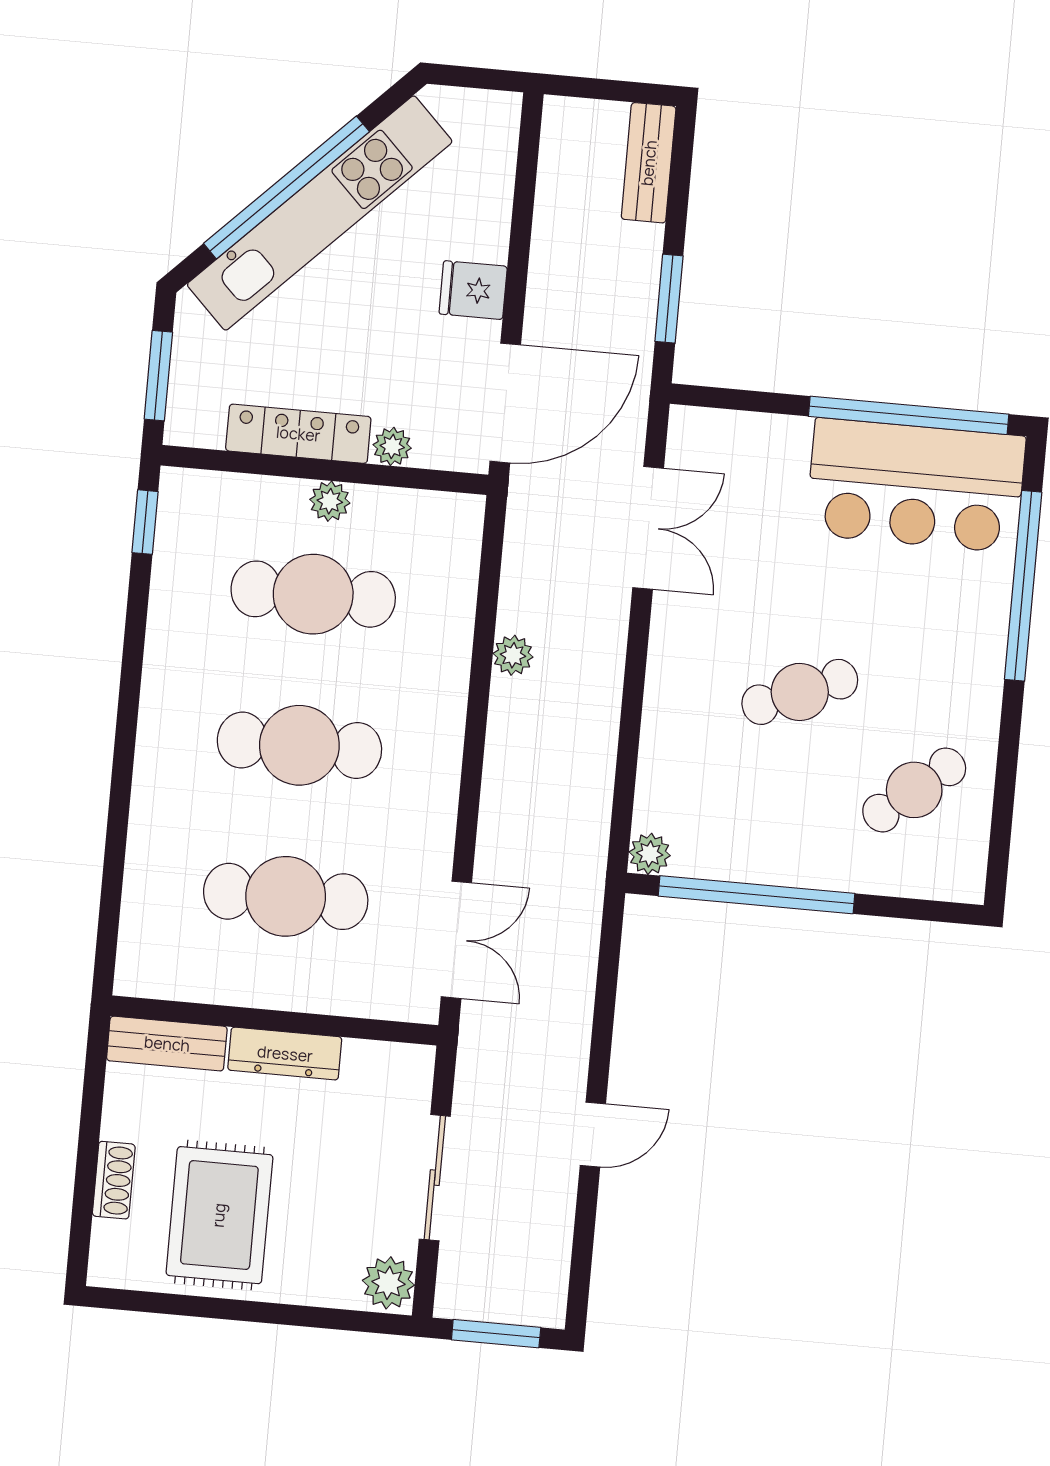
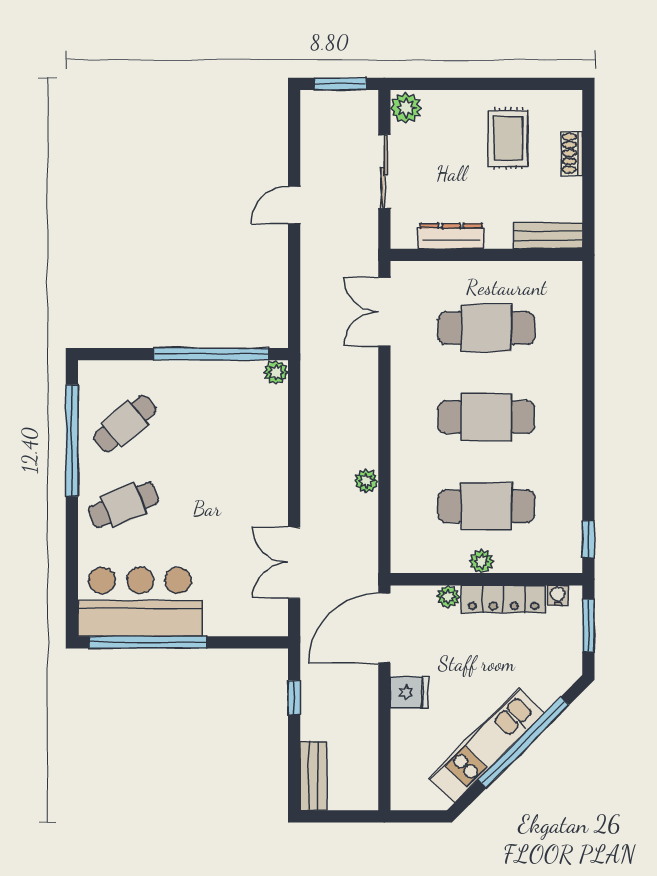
kitchen unit: (320, 213) -> (486, 746), width x0.73
window: (669, 299) -> (294, 698), width x0.67
water cooler: (206, 432) -> (558, 595), added
window: (1023, 586) -> (72, 441), moved
cafe table: (800, 692) -> (123, 505), moved
dresser: (285, 1054) -> (451, 236), moved
rug: (219, 1215) -> (508, 138), width x0.73, depth x0.70

